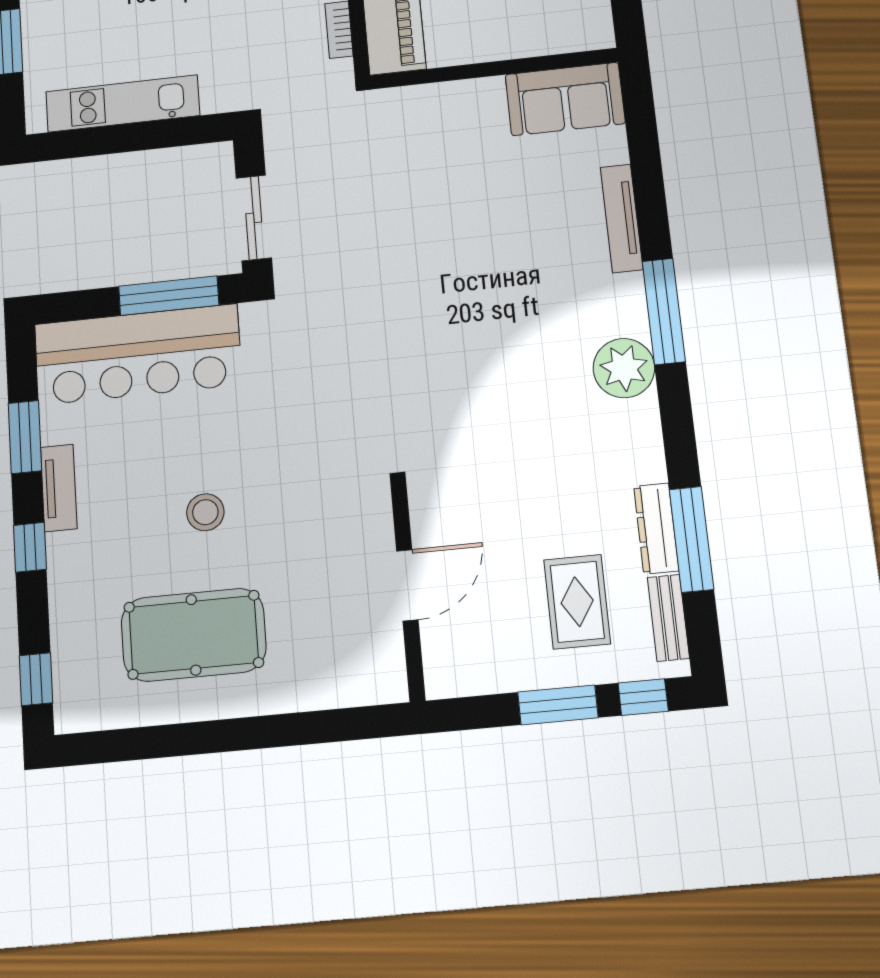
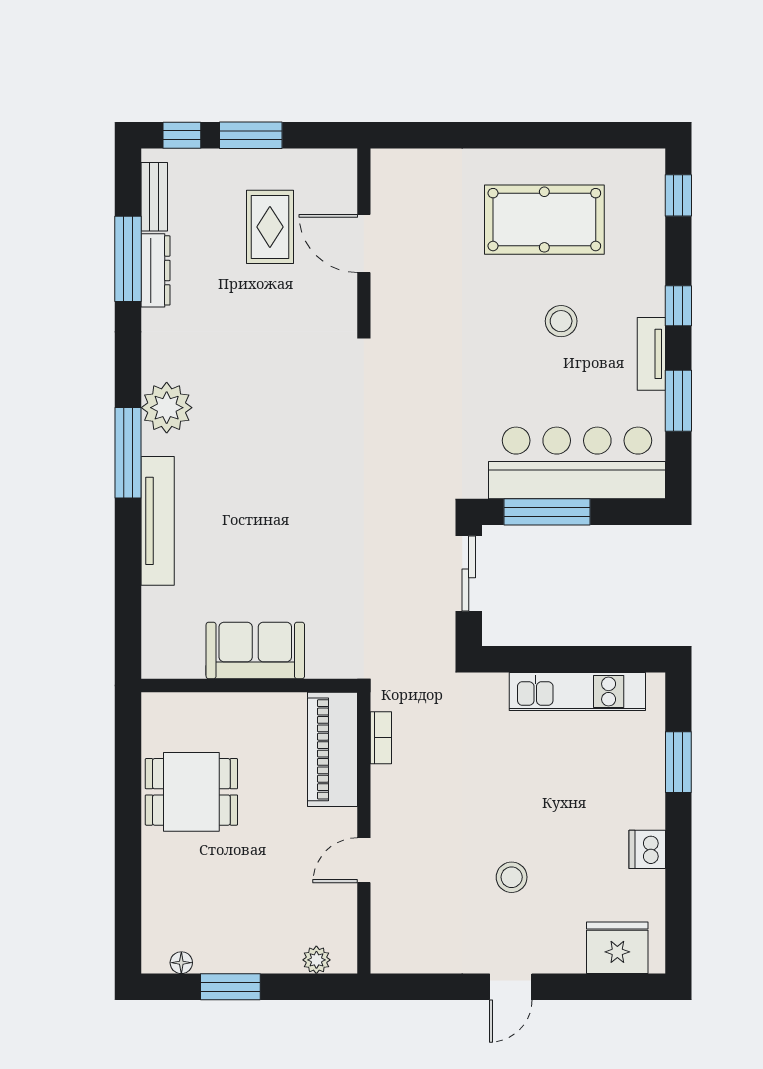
sofa: (565, 99) -> (255, 651), moved
tv unit: (622, 218) -> (158, 521), width x1.36, depth x1.29
stool: (205, 512) -> (561, 321), moved
door: (407, 585) -> (364, 244), hinge flipped
rug: (577, 602) -> (270, 227), moved

